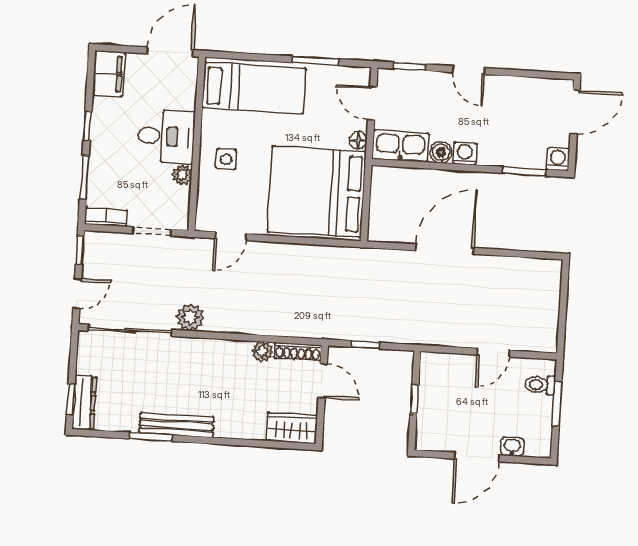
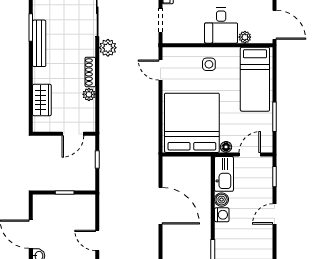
plant: (182, 175) -> (245, 37), moved
shoe rack: (298, 352) -> (90, 72), moved
wardrobe: (292, 428) -> (42, 100), moved

